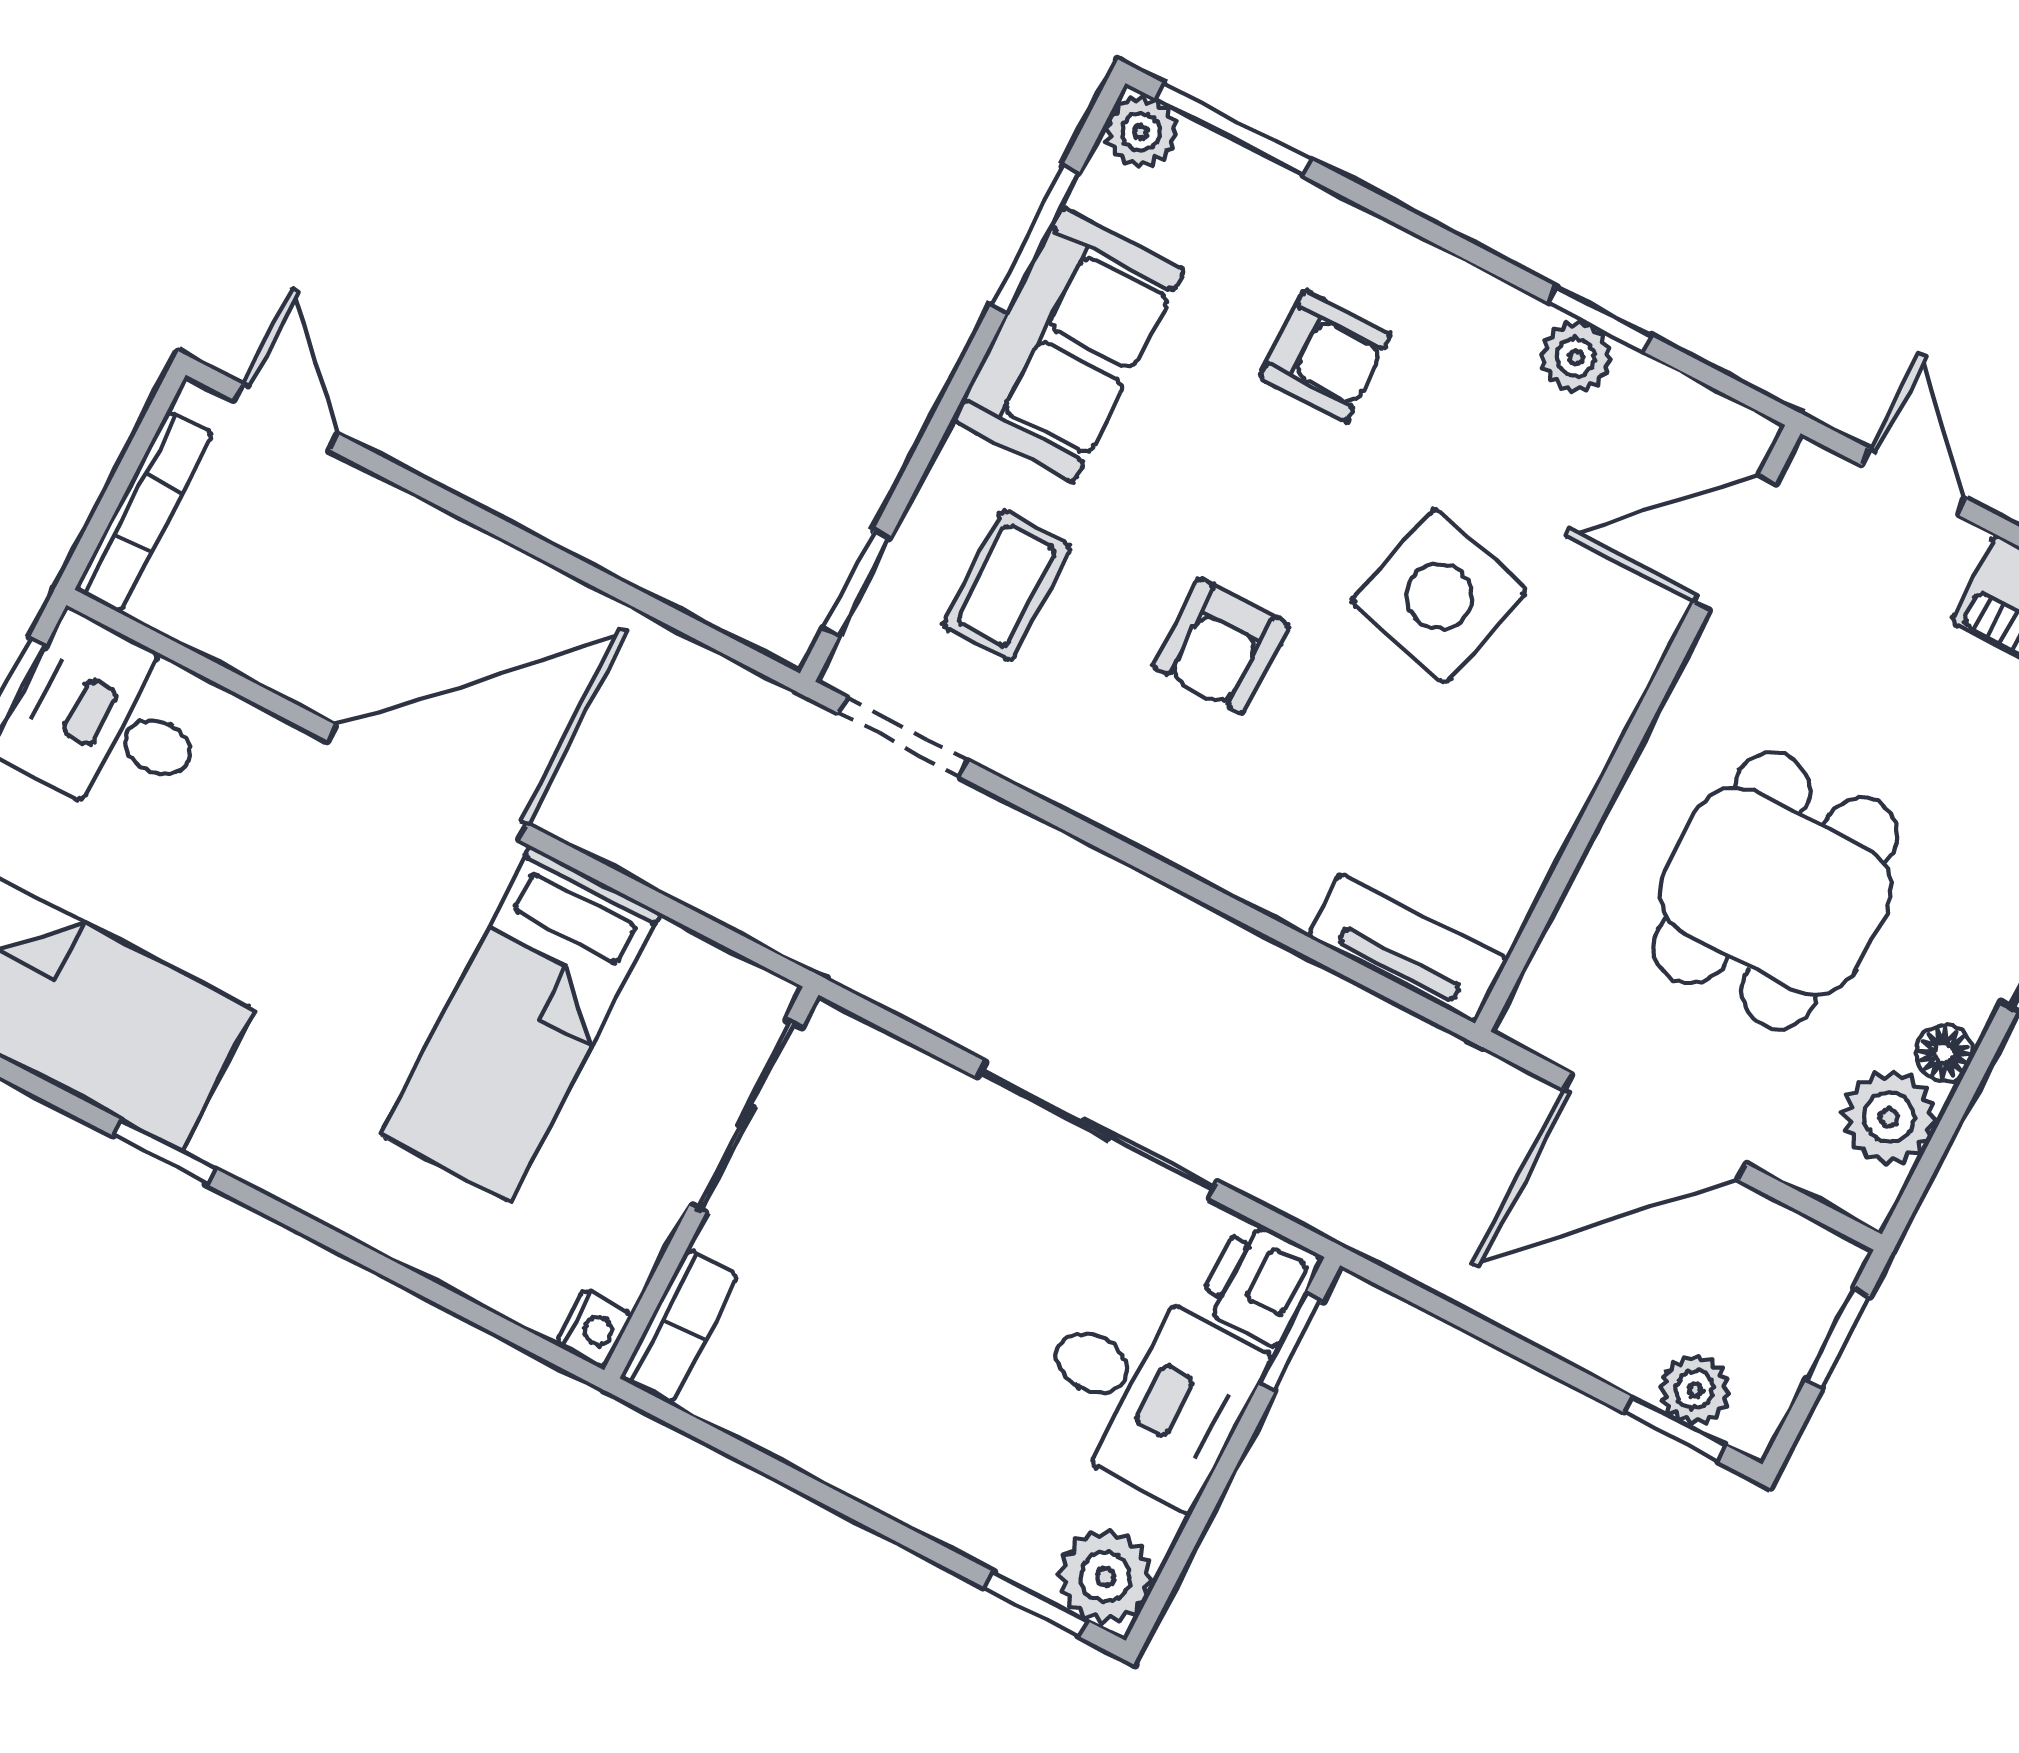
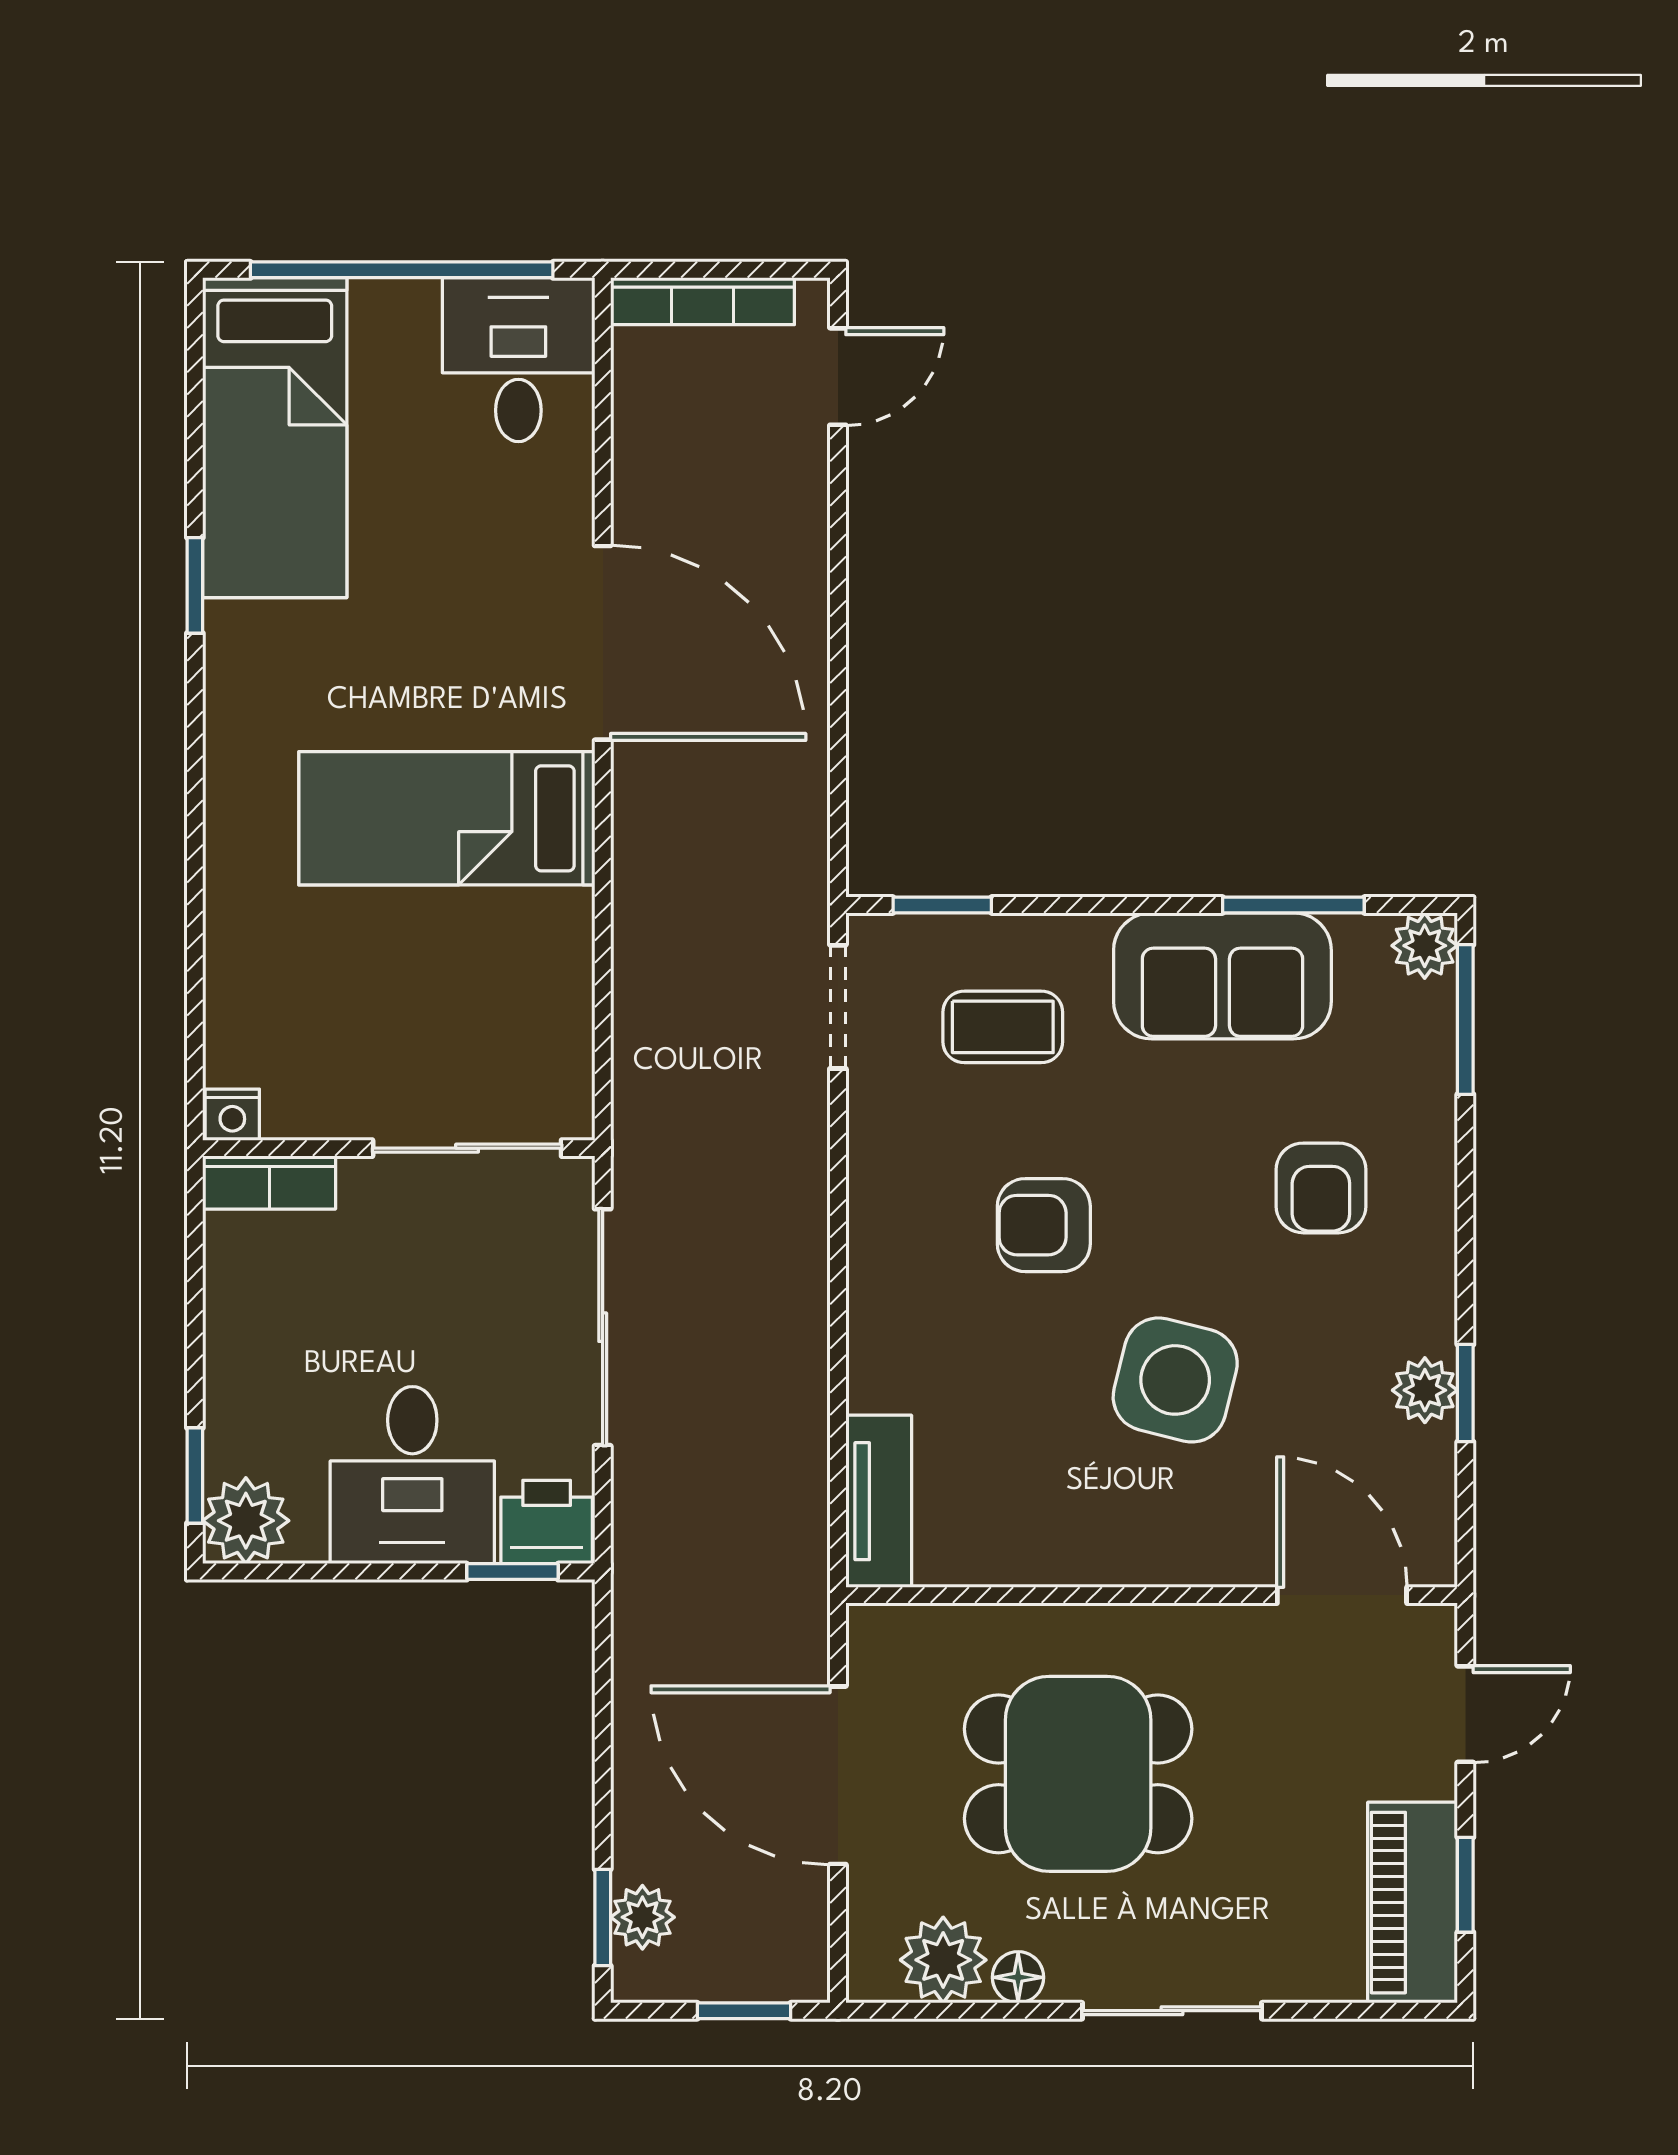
sliding door: (746, 1116) -> (467, 1148), moved
wall: (711, 1183) -> (399, 1148), moved
bookcase: (679, 1327) -> (269, 1183), moved
nightstand: (594, 1328) -> (232, 1115), moved

